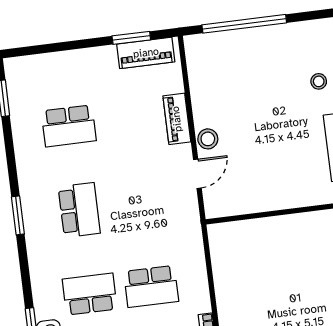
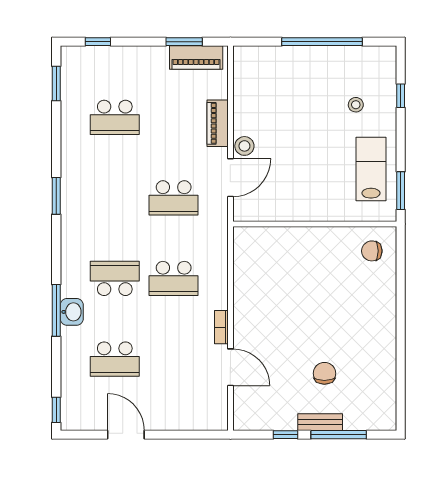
window: (244, 24) -> (322, 42), moved
window: (41, 49) -> (98, 42), added
door: (197, 174) -> (230, 178), width x1.38
school desk: (79, 210) -> (174, 198), moved, turned 90

